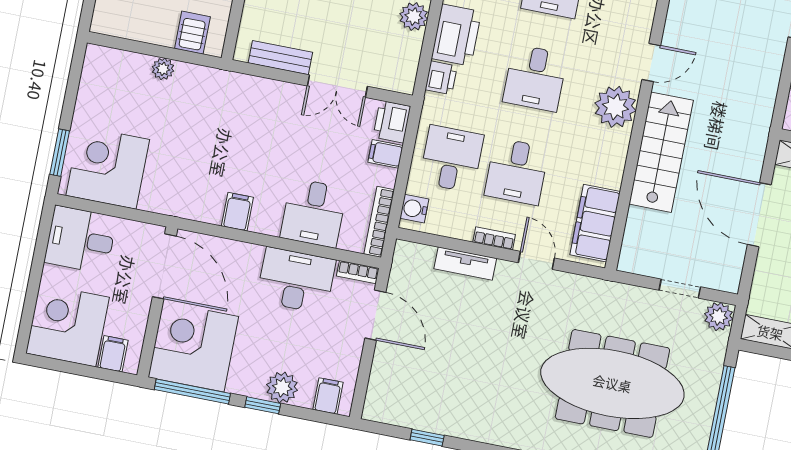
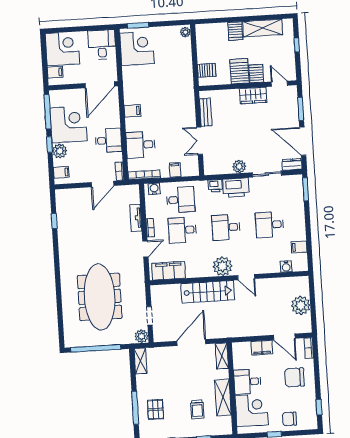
plant: (163, 69) -> (185, 32), moved
printer: (392, 122) -> (190, 169), removed
desk: (296, 280) -> (108, 140), width x0.73
corner desk: (193, 347) -> (68, 124), moved

